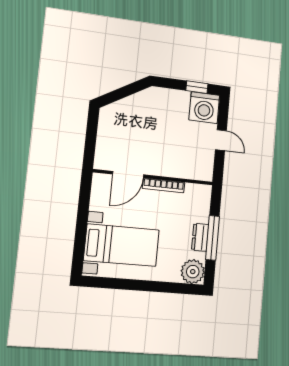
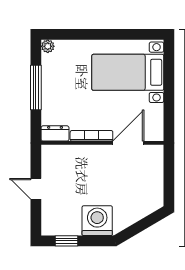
washing machine: (204, 108) -> (97, 221), moved
dresser: (200, 237) -> (55, 133), moved, turned -90
plant: (193, 272) -> (48, 46), width x0.53, depth x0.53

